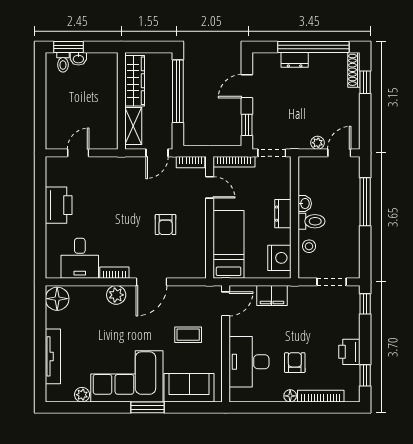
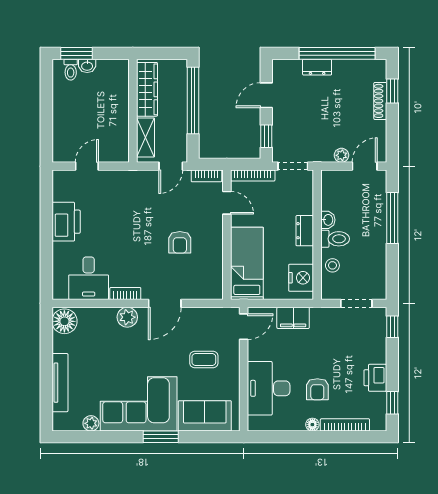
shoe rack: (354, 70) -> (380, 101), moved
armchair: (295, 363) -> (317, 389), turned 180

